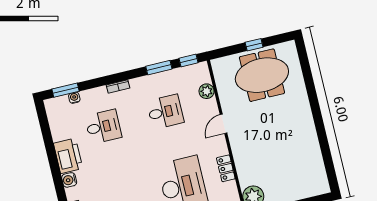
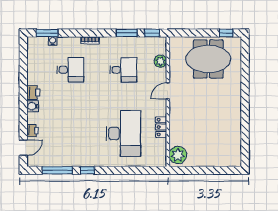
window: (254, 45) -> (226, 33), moved
printer: (68, 156) -> (33, 93), width x0.53, depth x0.68

